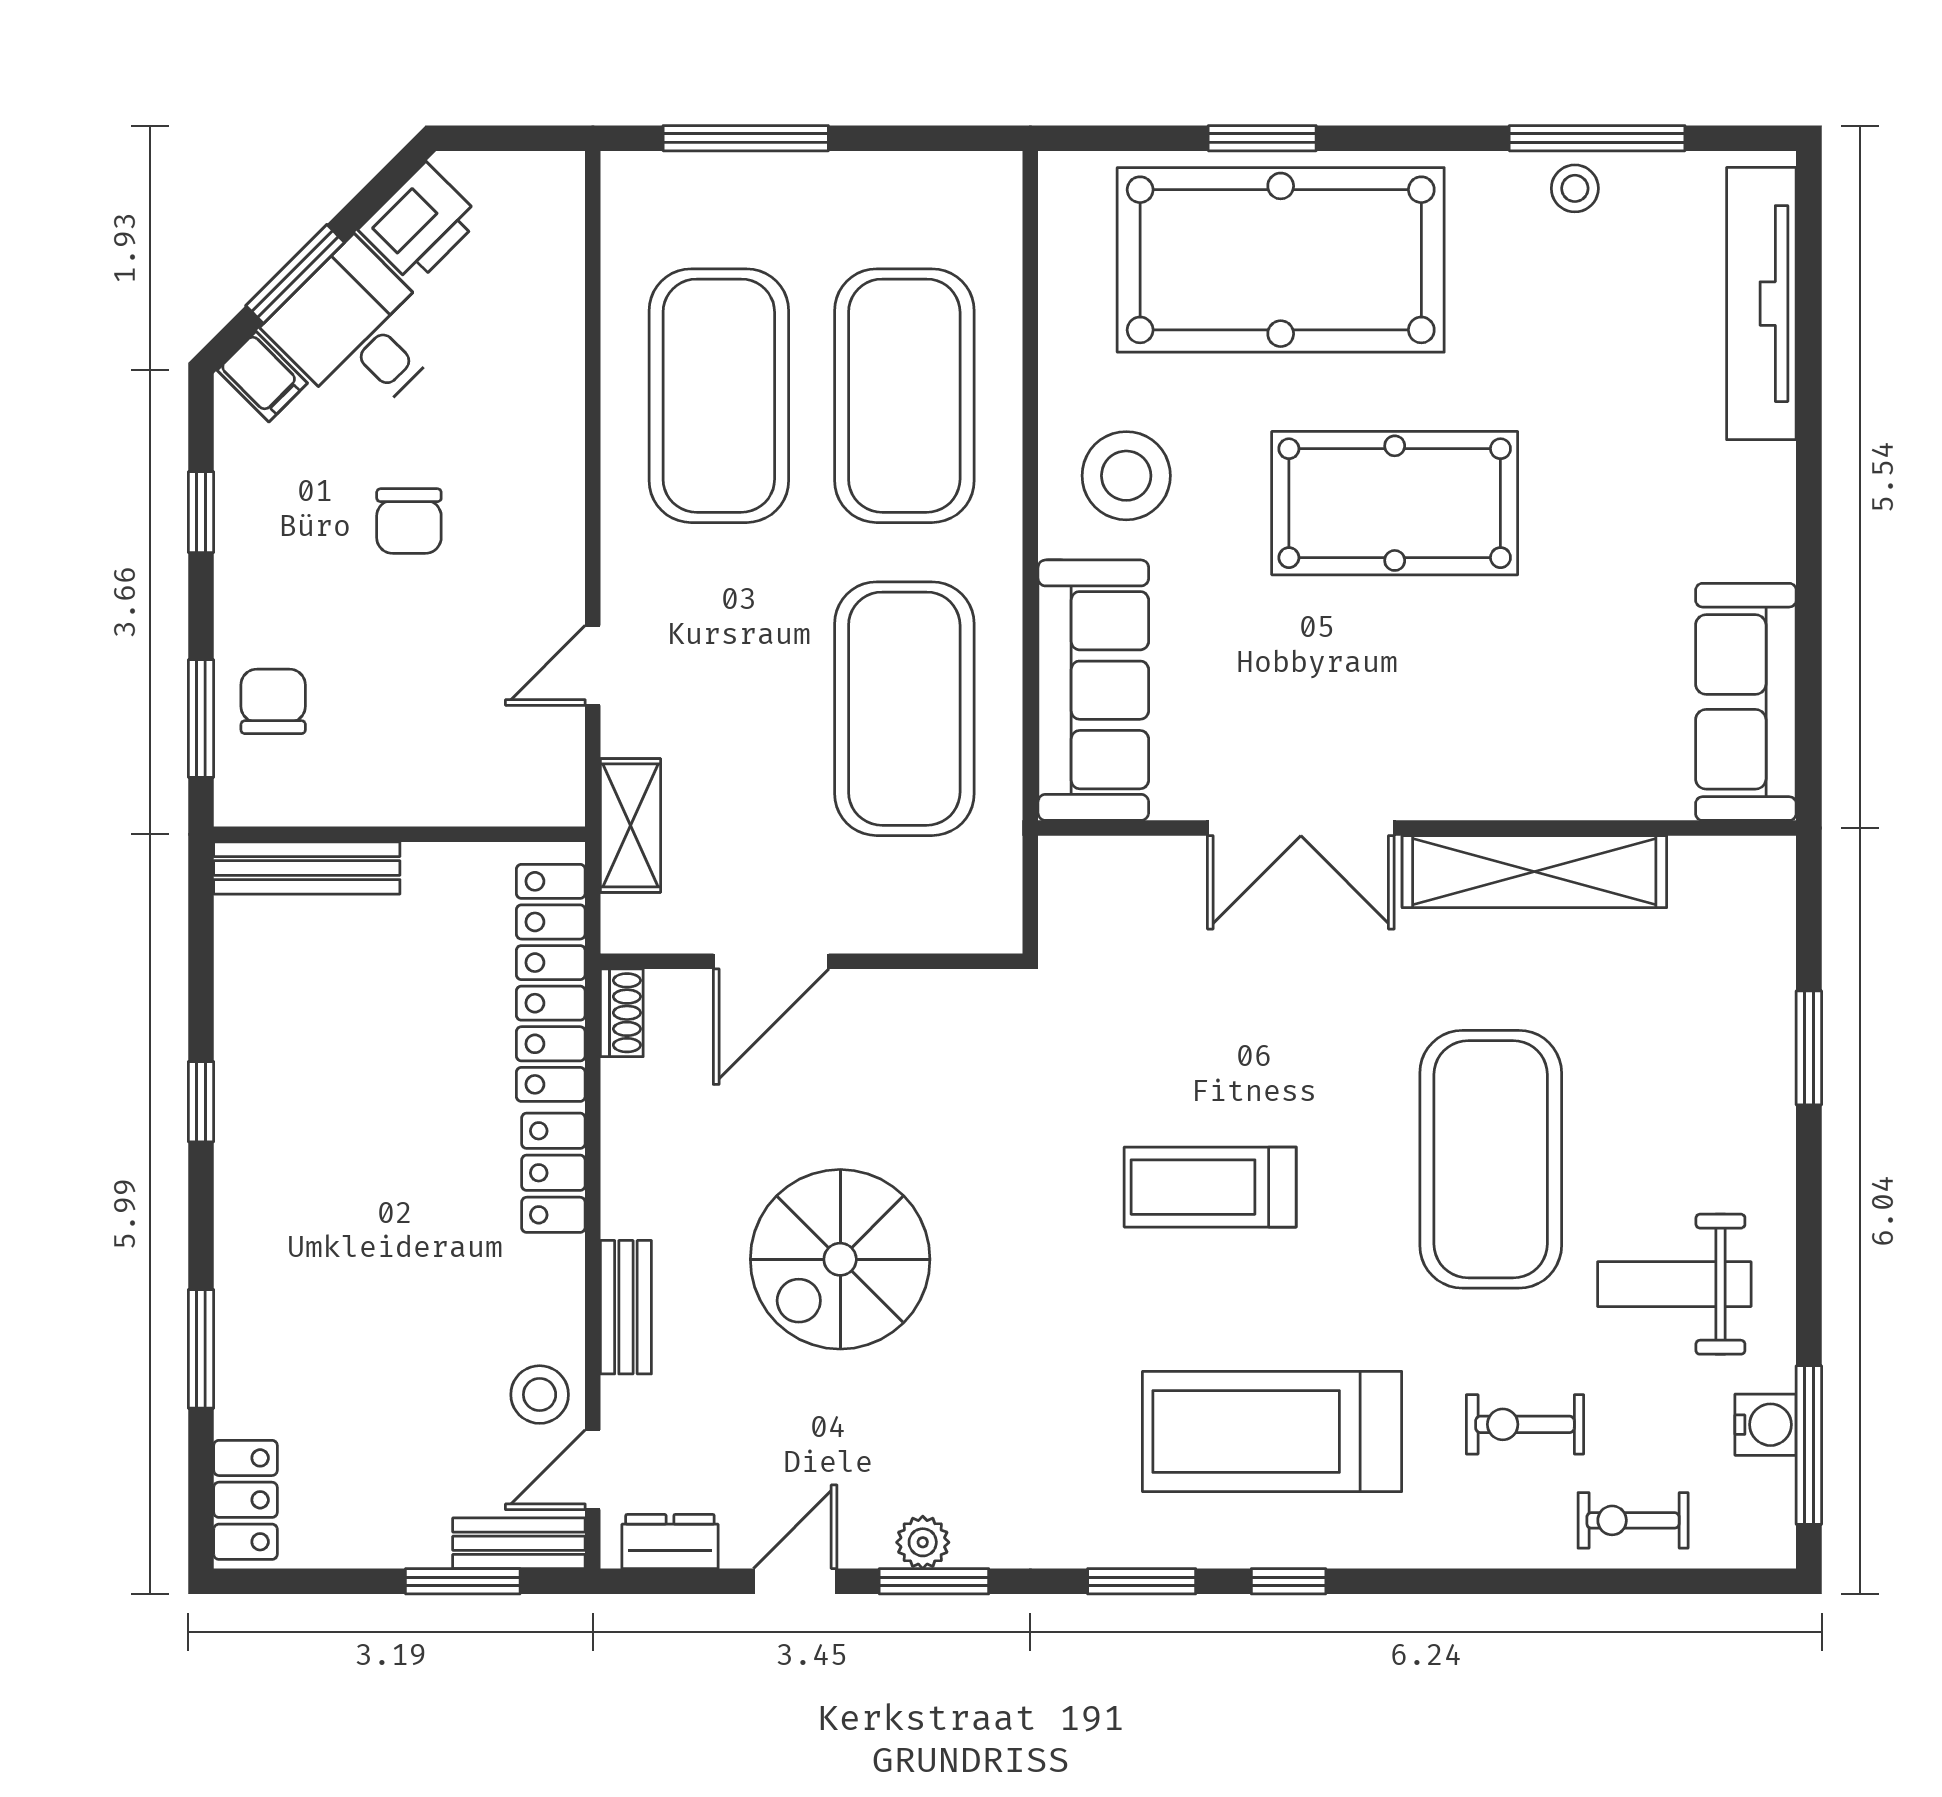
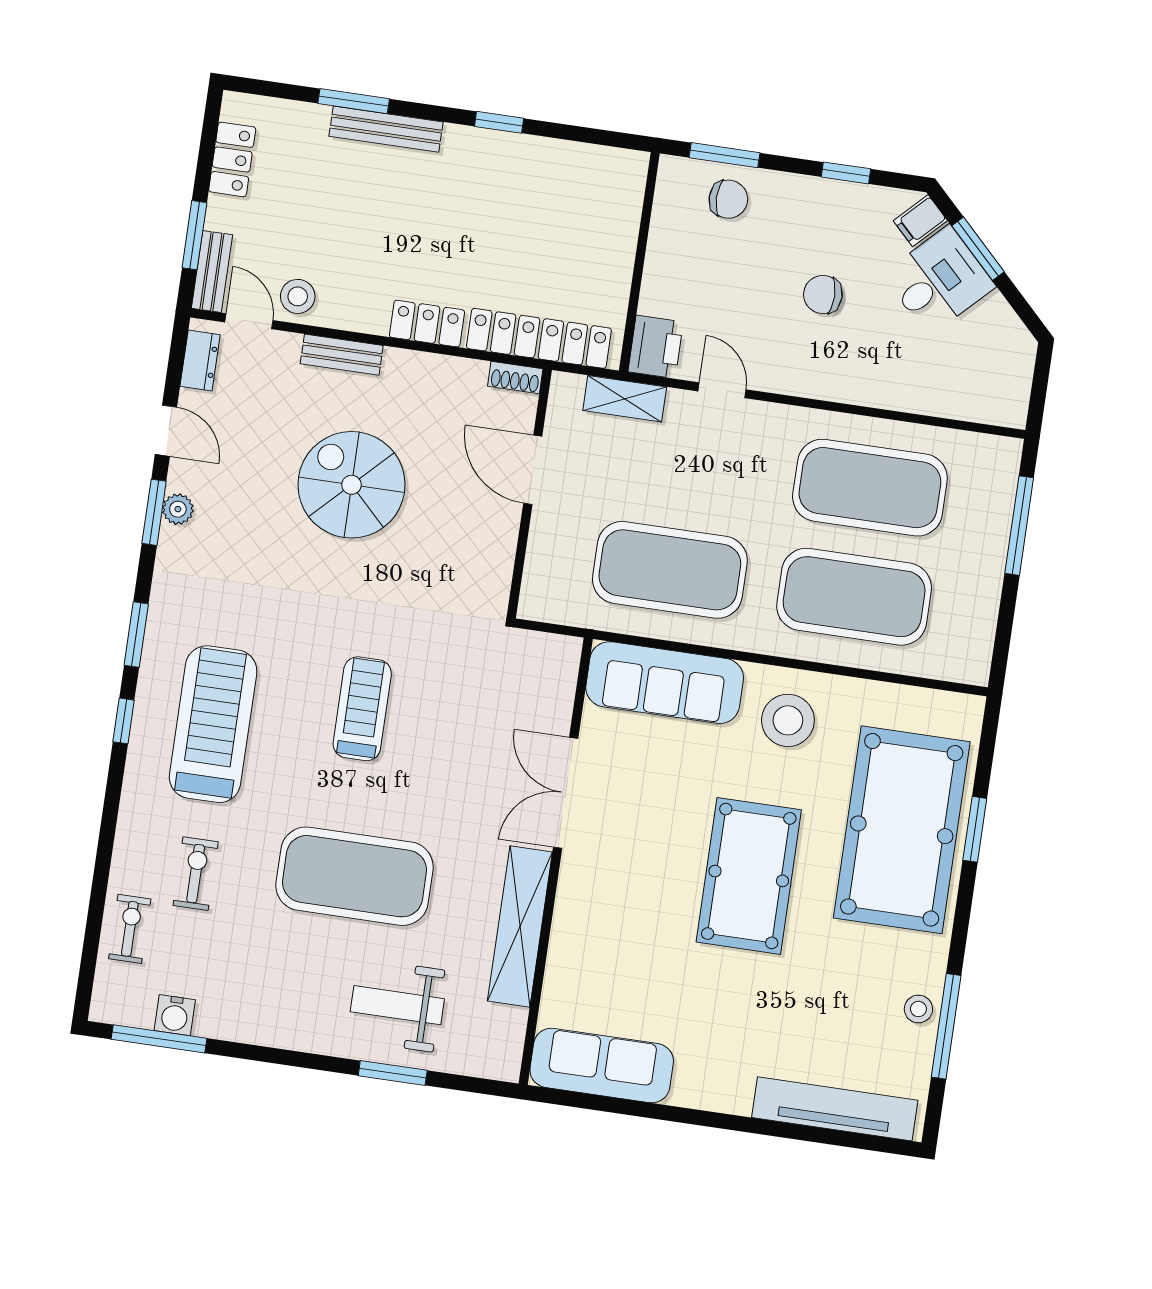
printer: (420, 224) -> (656, 347), moved, turned -135
bench: (307, 868) -> (386, 129), moved, turned 90
weight bench: (1674, 1284) -> (397, 1005), moved, turned -90
locker: (245, 1500) -> (232, 159), moved, turned -90

